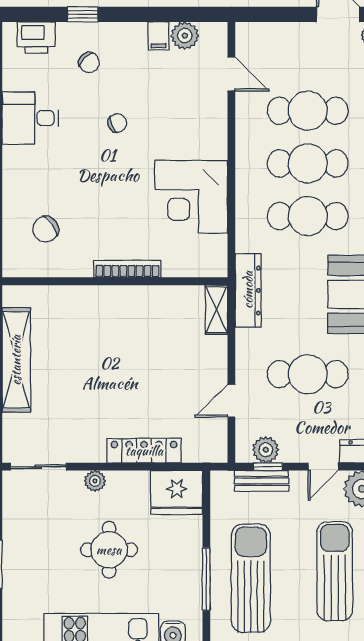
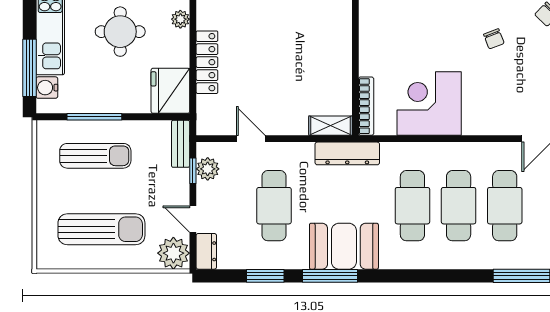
bookcase: (127, 269) -> (366, 106), moved
bench: (262, 481) -> (181, 144), moved
sun lounger: (251, 578) -> (95, 156), width x0.73, depth x0.75

